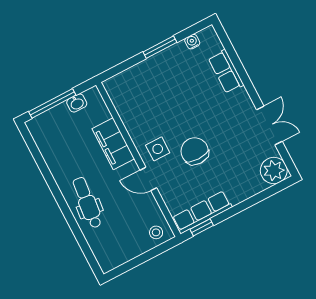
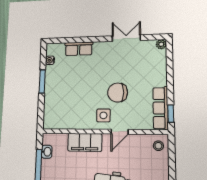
plant: (274, 171) -> (161, 44), width x0.53, depth x0.53

